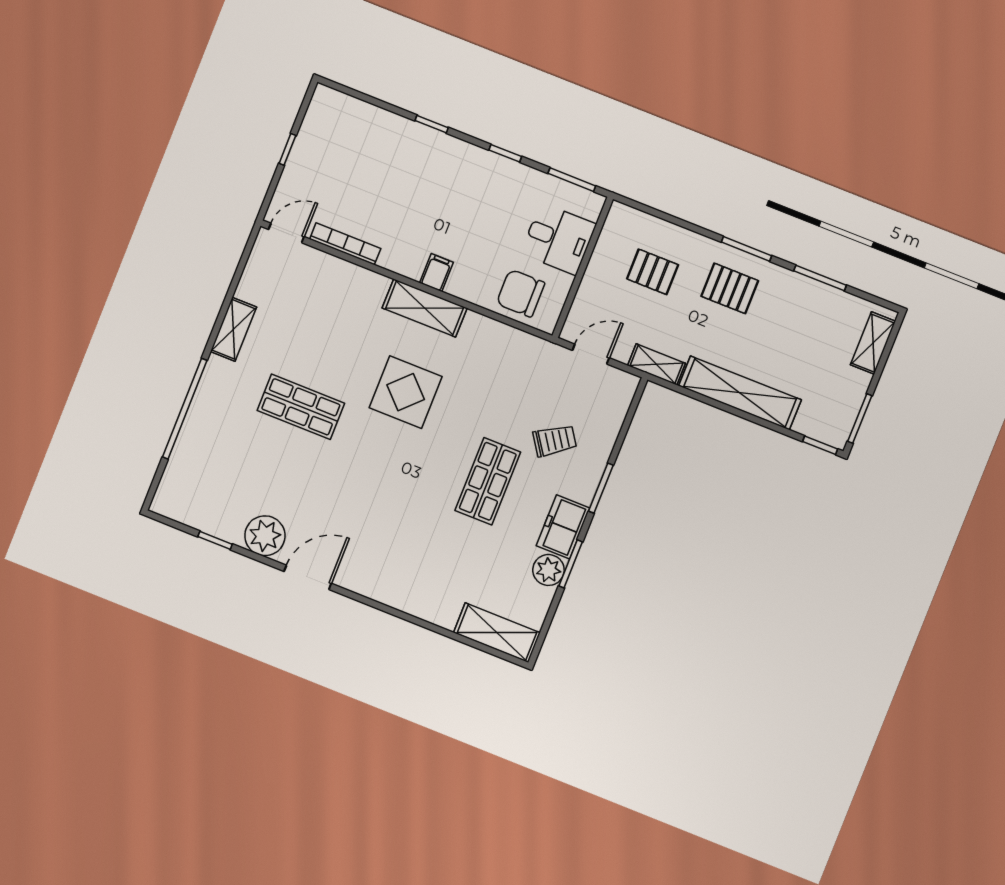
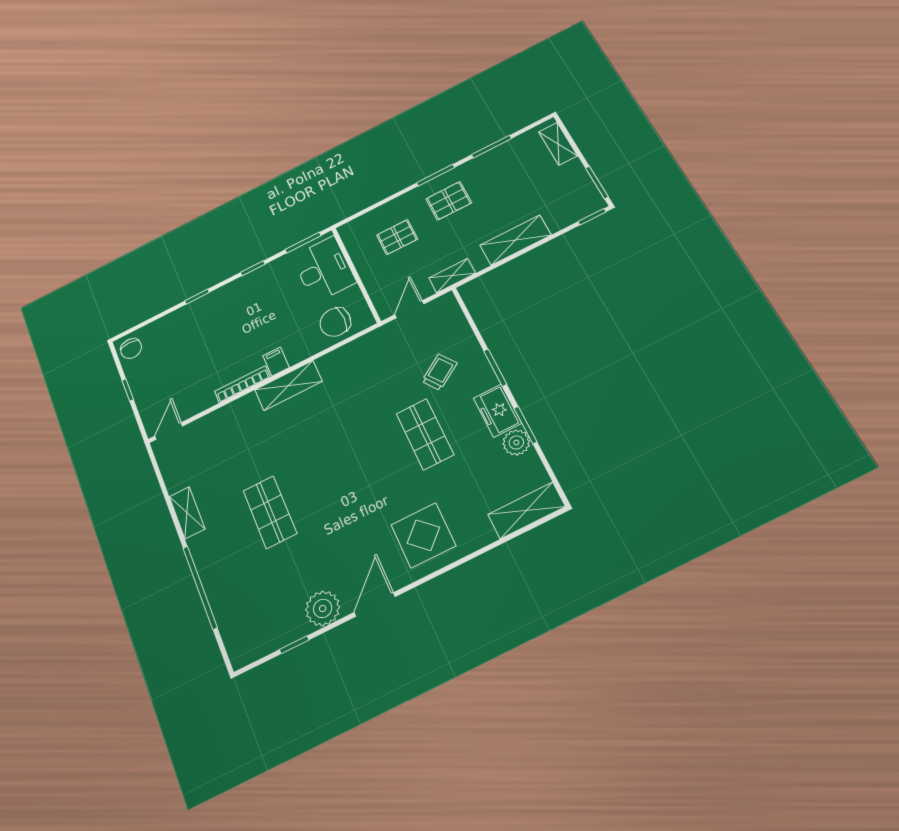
chair: (327, 109) -> (131, 349), added
desk: (558, 239) -> (324, 269), width x1.37
bookcase: (345, 244) -> (242, 384), moved
display table: (406, 392) -> (423, 535), moved
shelving: (740, 393) -> (515, 240), width x0.68
shop shelf: (301, 407) -> (270, 512), turned 90

